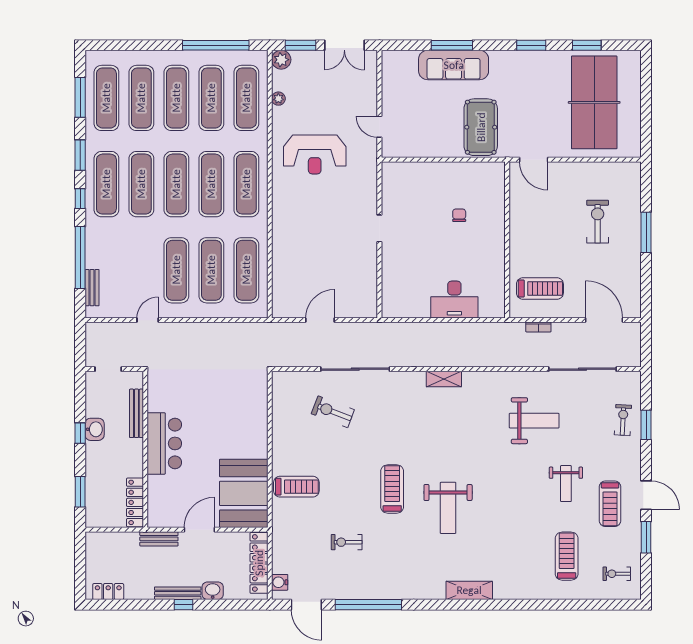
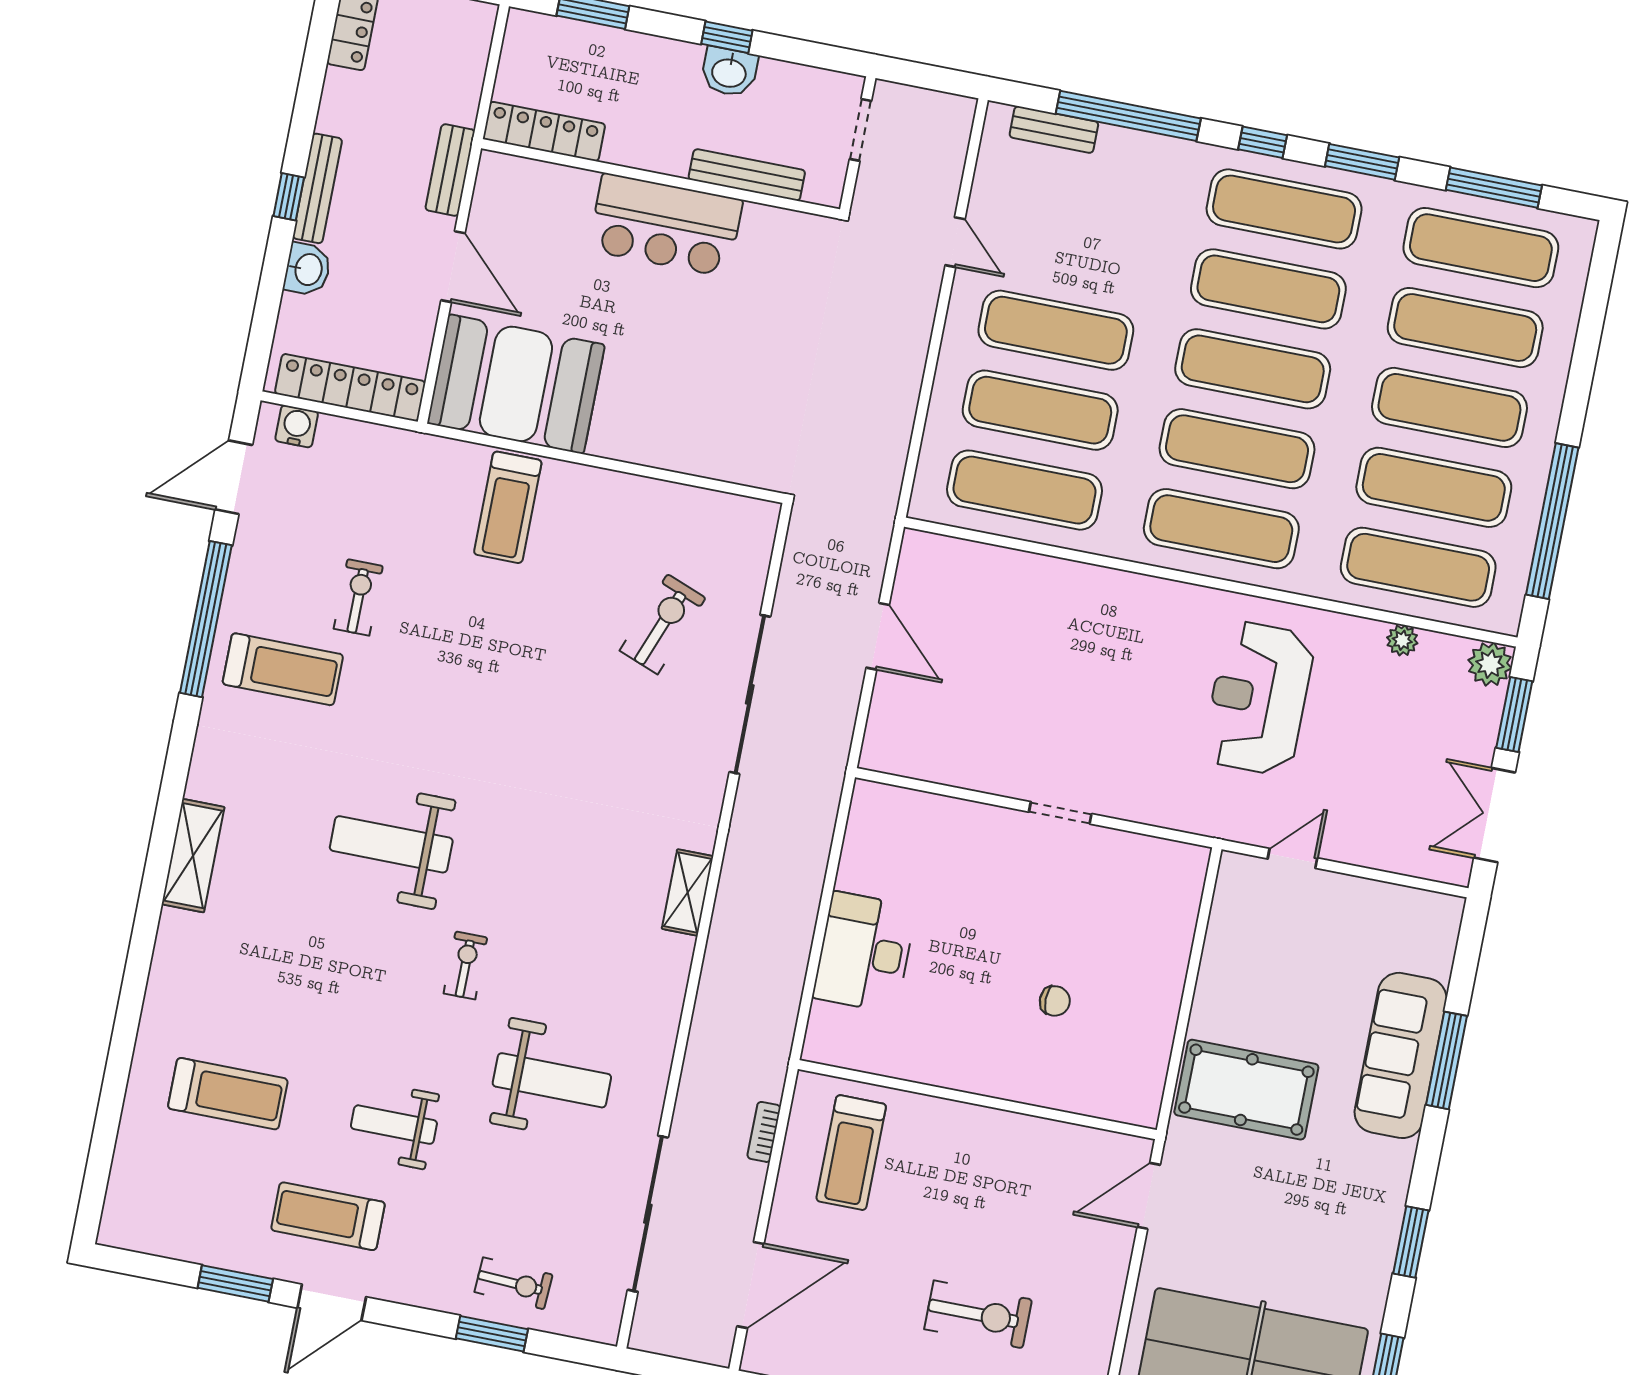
weight bench: (534, 421) -> (552, 1080), turned -90
treadmill: (392, 489) -> (283, 669), moved
exercise bike: (617, 574) -> (465, 966), moved

